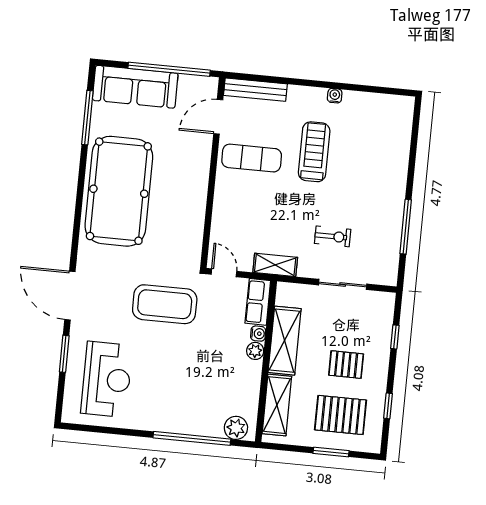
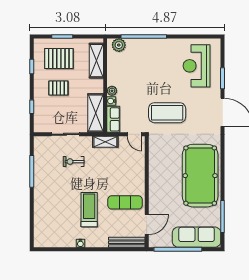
treadmill: (314, 152) -> (89, 210), turned 180
shelving: (285, 341) -> (96, 113), moved

